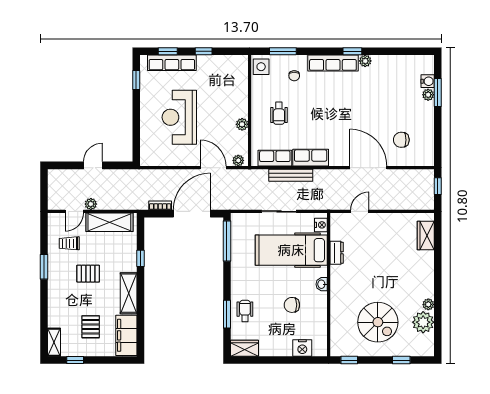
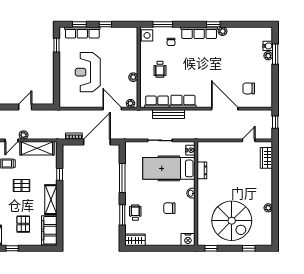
door: (360, 211) -> (249, 140), moved
window: (227, 241) -> (122, 178), moved
spiral stairs: (378, 322) -> (232, 221), width x1.37, depth x1.37
plant: (423, 322) -> (265, 221), removed
nightstand: (302, 348) -> (188, 239), moved

